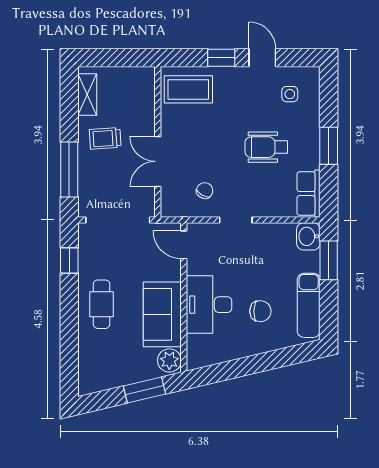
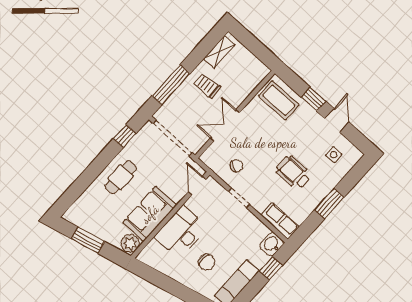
row of seats: (309, 194) -> (280, 221), moved, turned 90
window: (329, 260) -> (271, 268), width x0.67
window: (145, 390) -> (88, 240), moved

